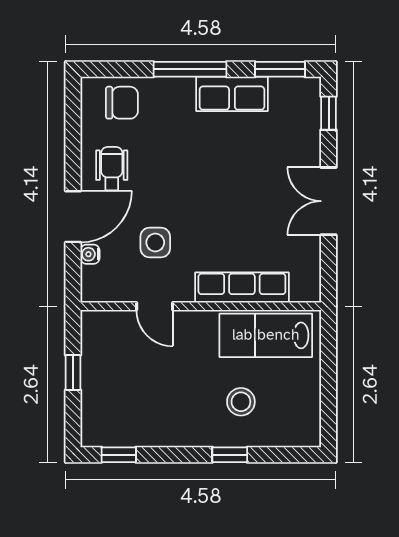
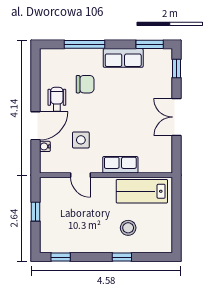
window: (190, 69) -> (84, 44), moved
chair: (122, 103) -> (85, 84), moved
row of seats: (242, 288) -> (120, 165), width x0.68

